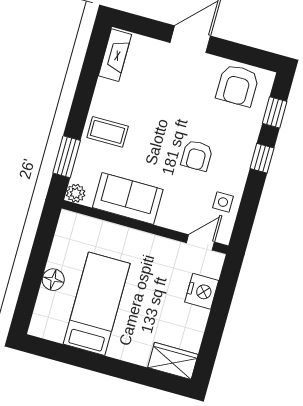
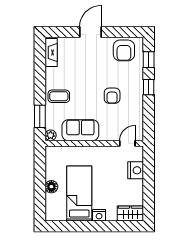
side table: (223, 202) -> (134, 118), removed
nightstand: (120, 349) -> (99, 215), added

